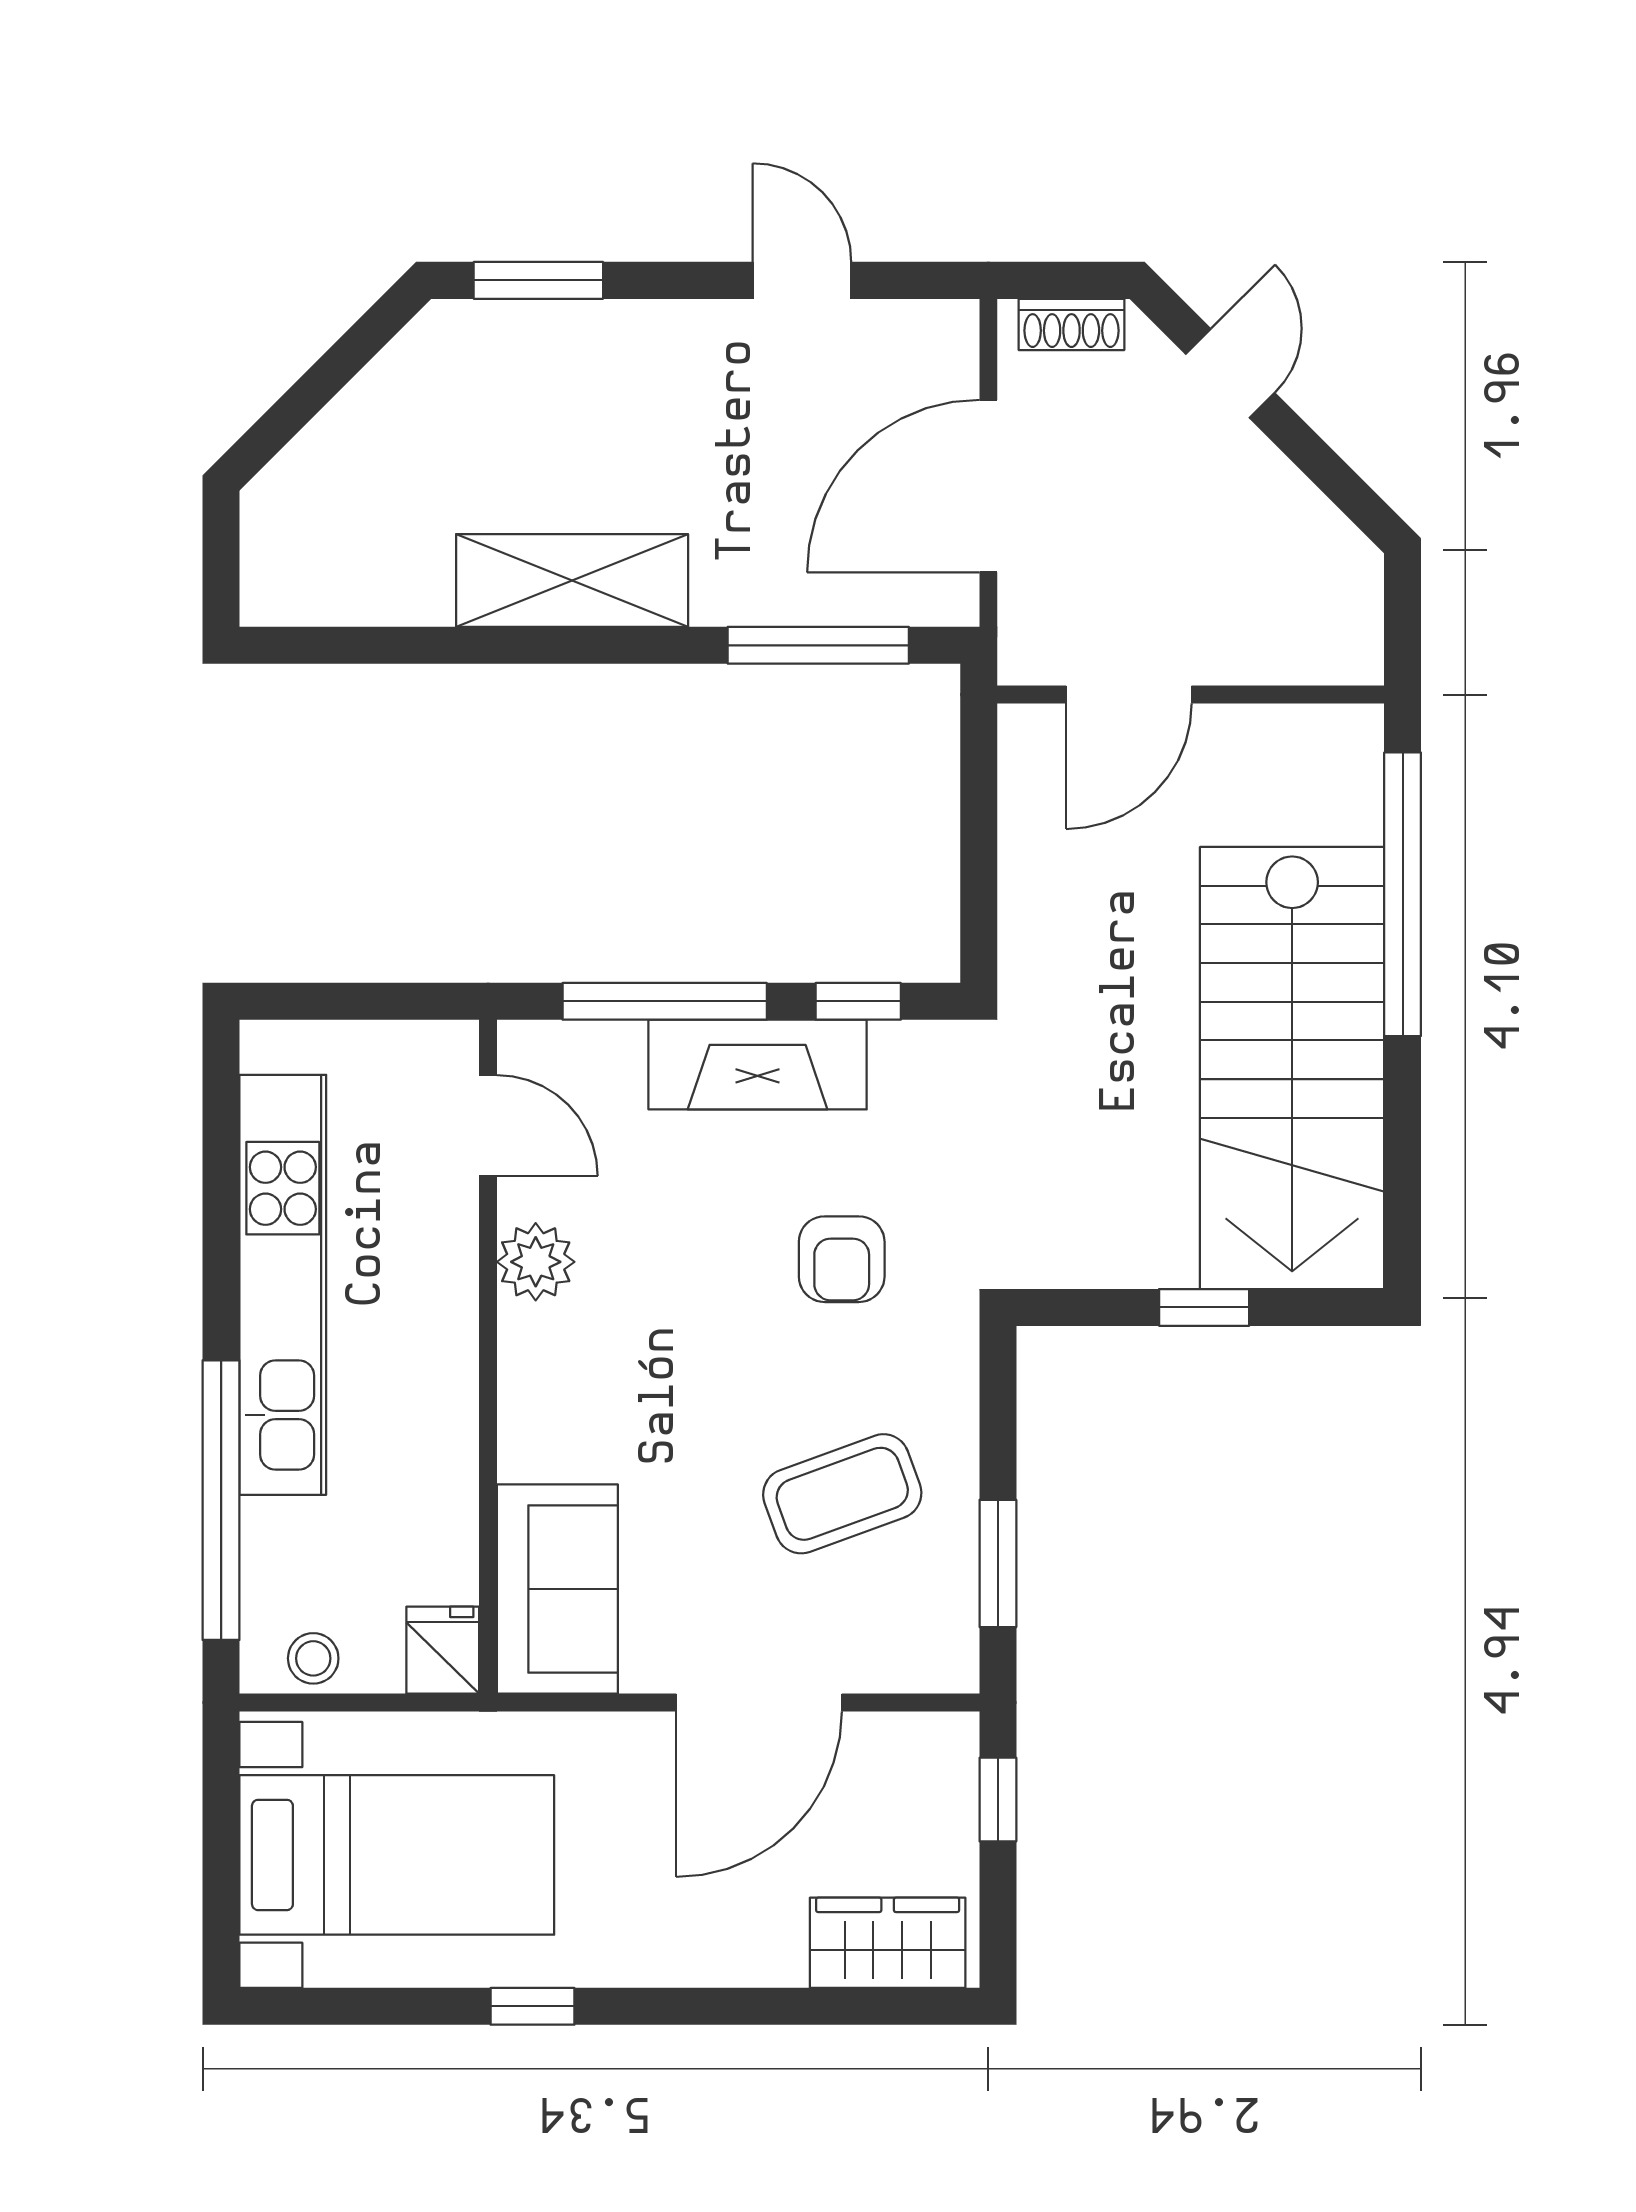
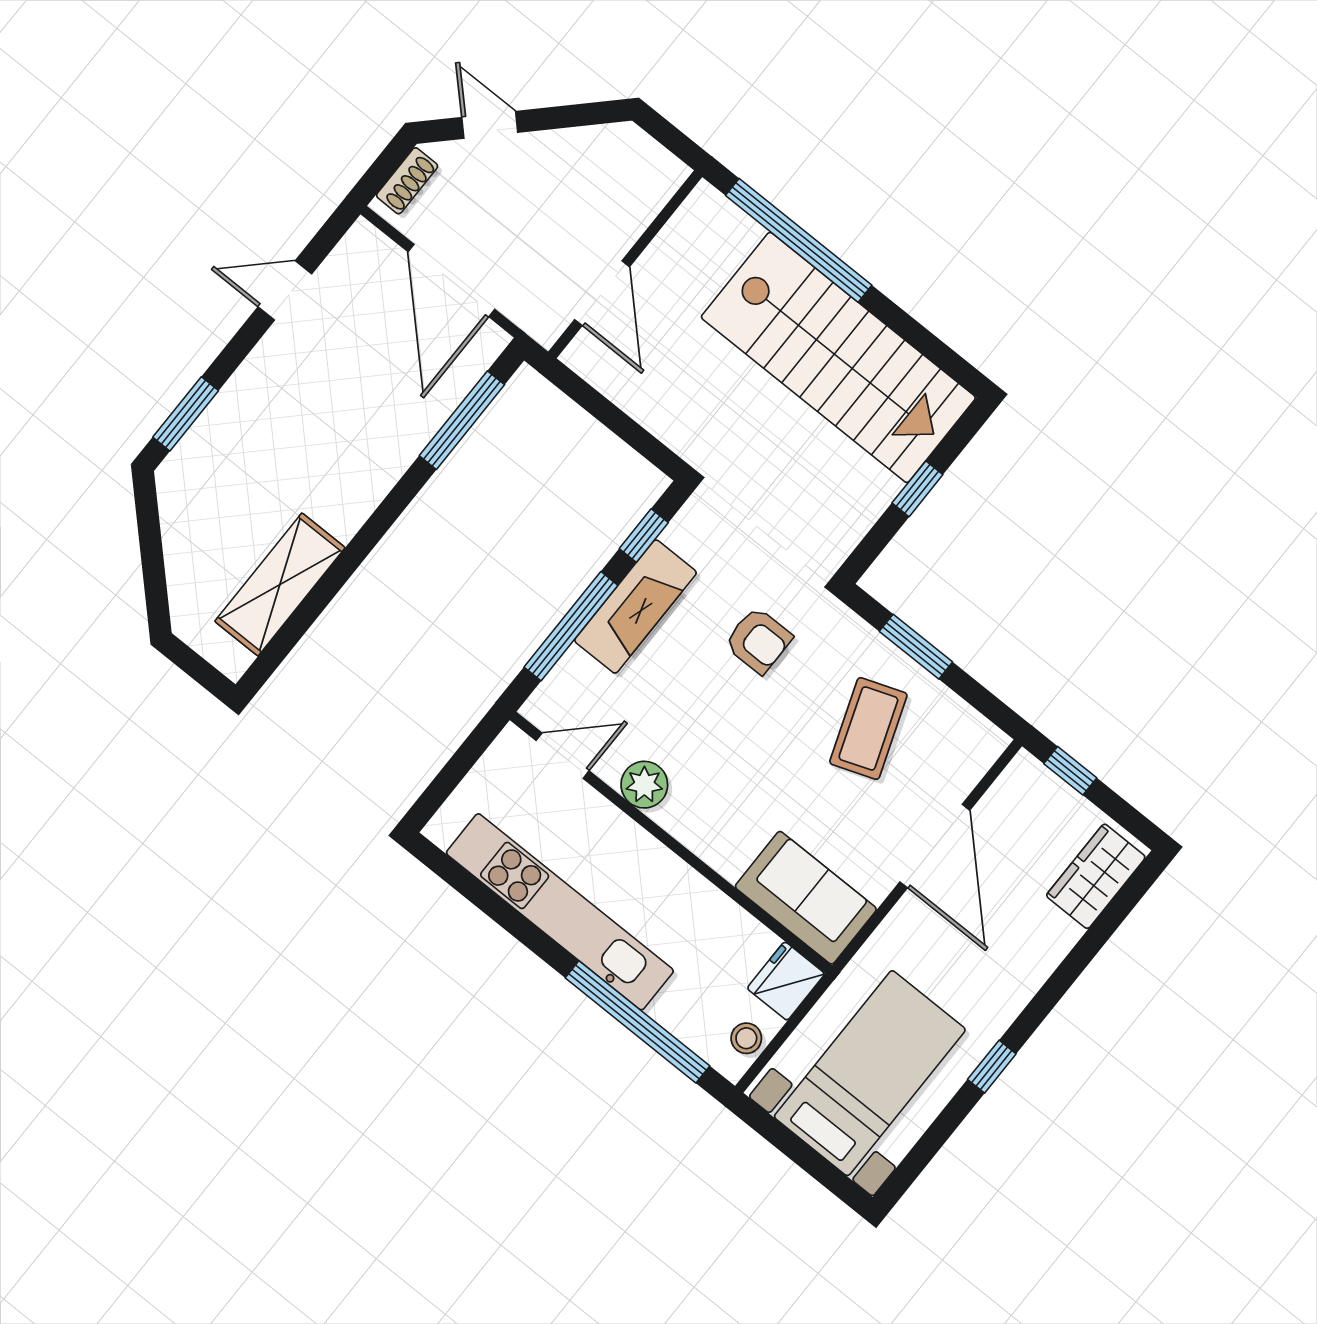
shelving: (572, 580) -> (280, 584), moved
window: (998, 1563) -> (916, 647), moved
fridge: (443, 1650) -> (786, 981), width x1.38

